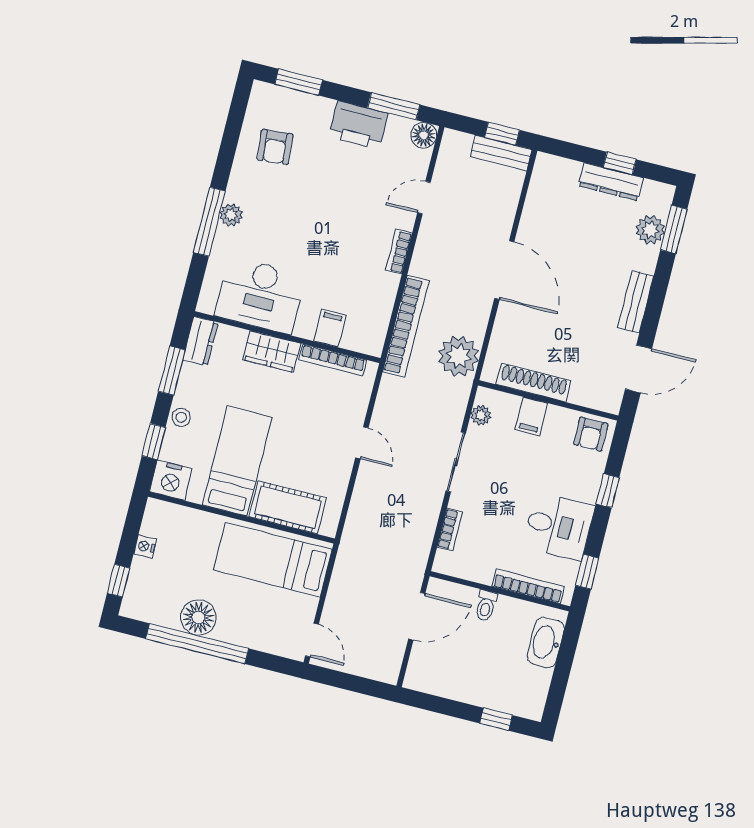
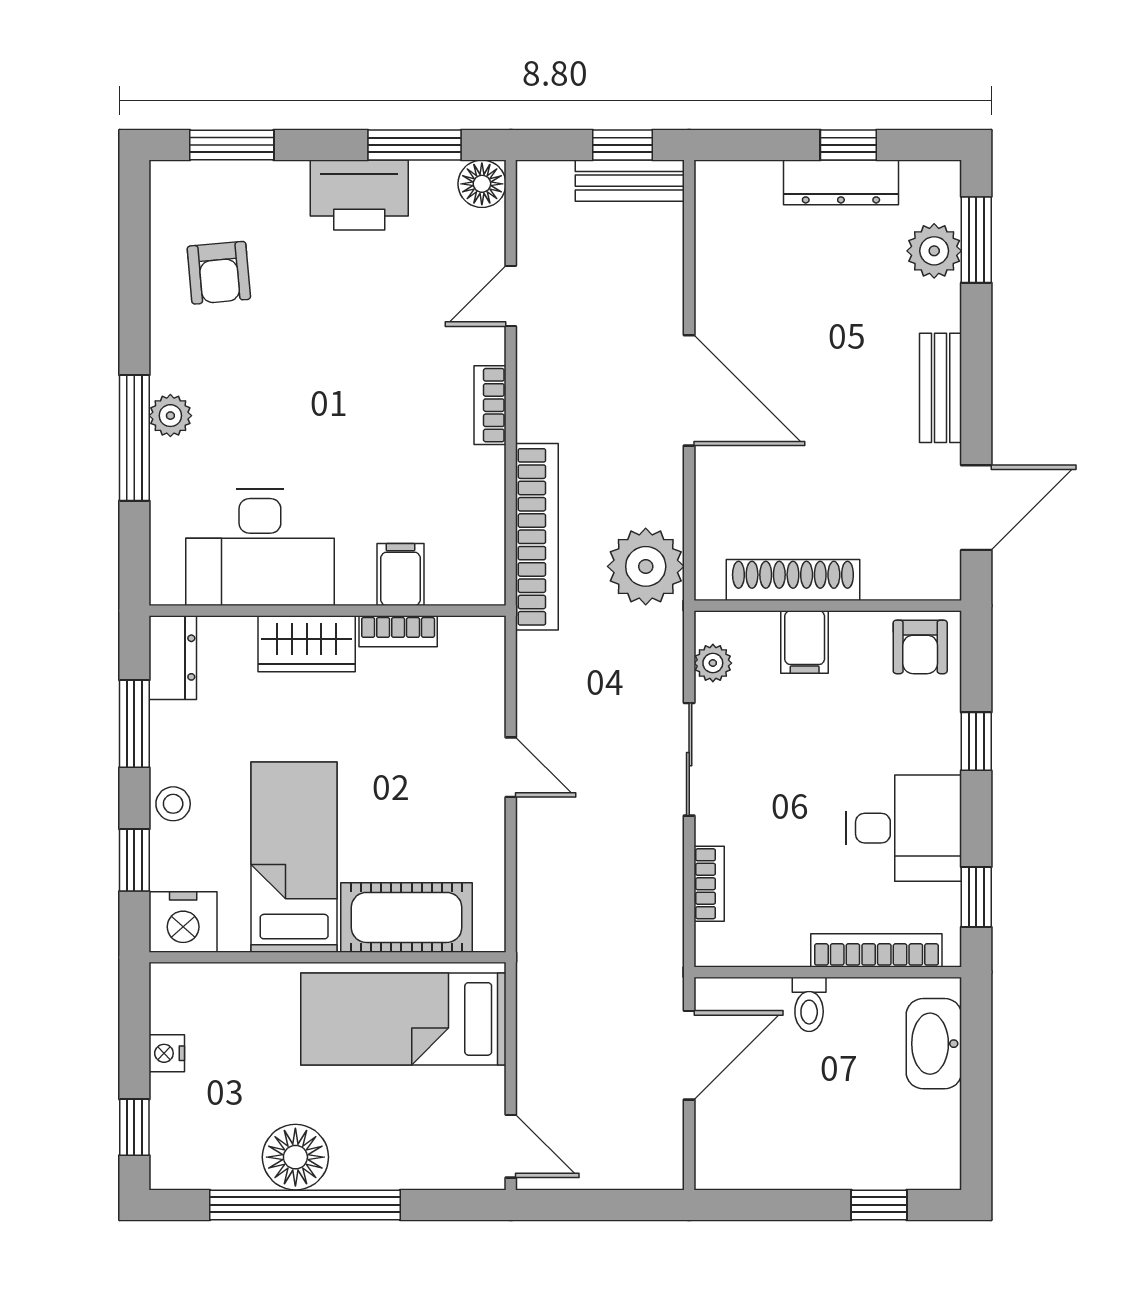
bookcase: (333, 360) -> (398, 631), width x0.64

